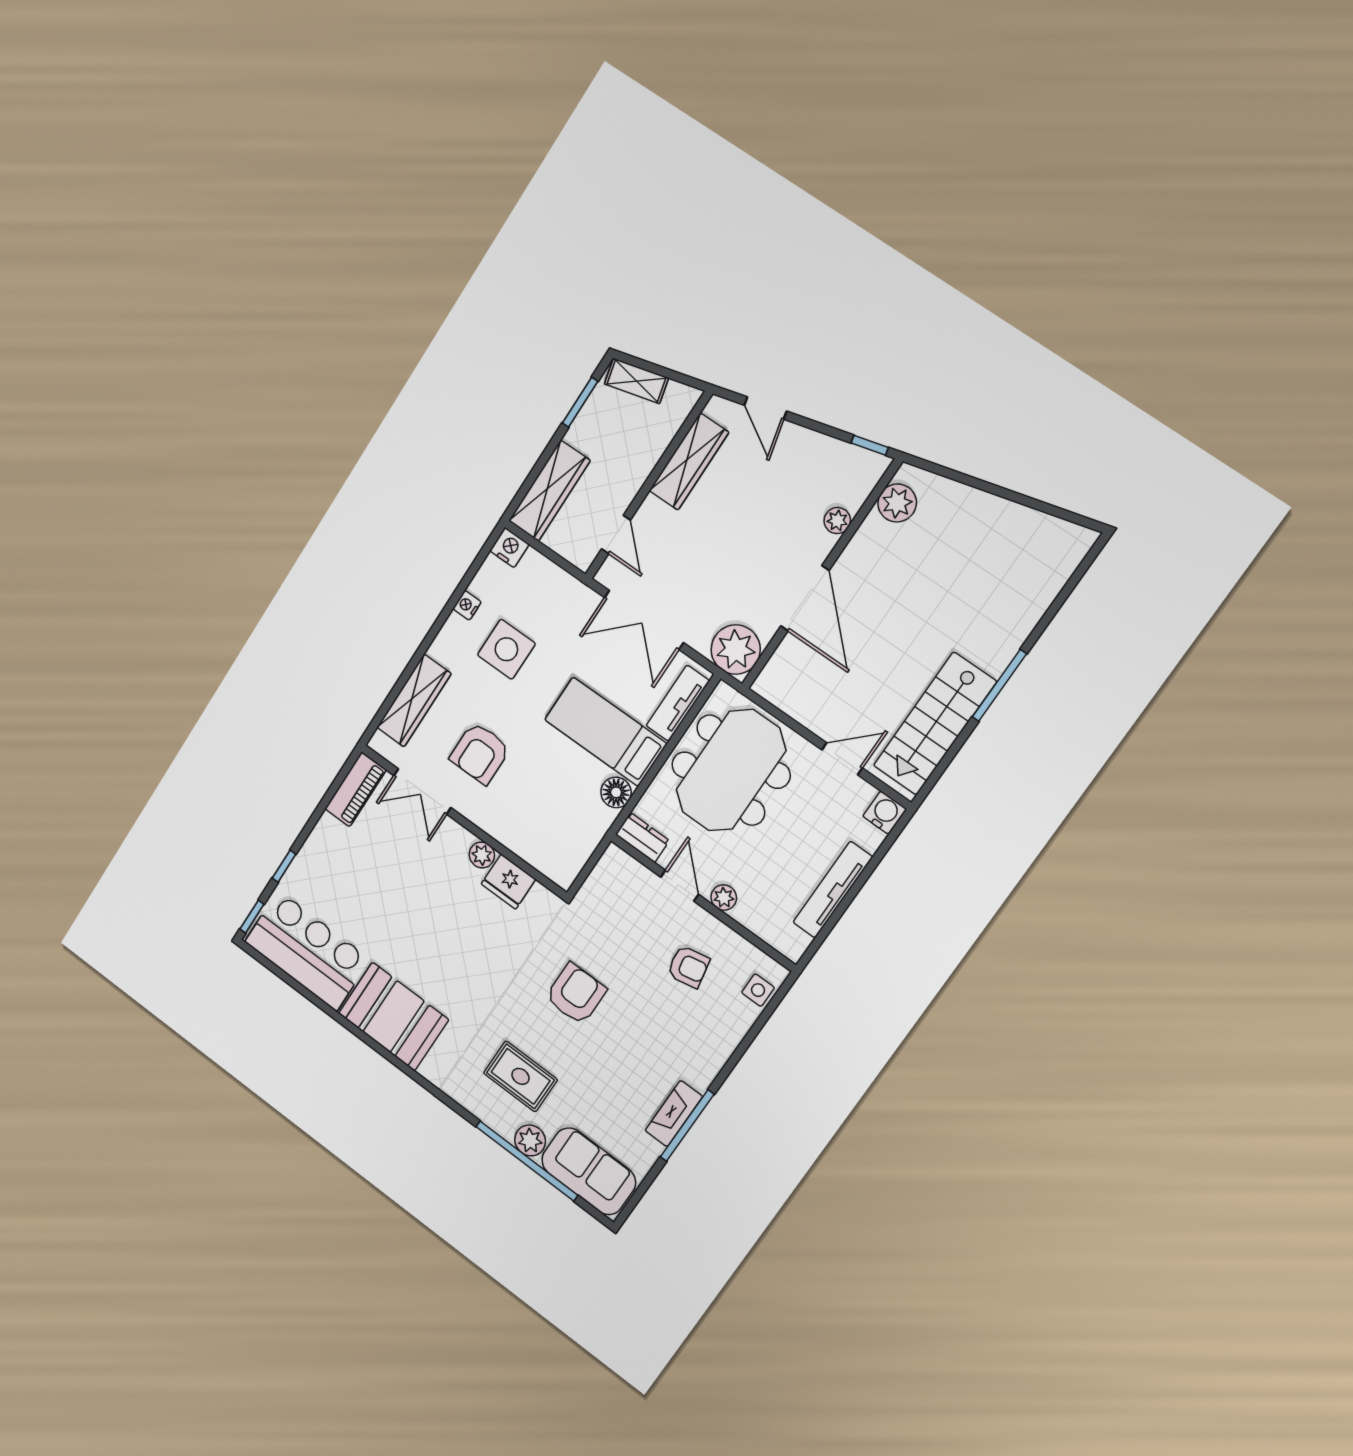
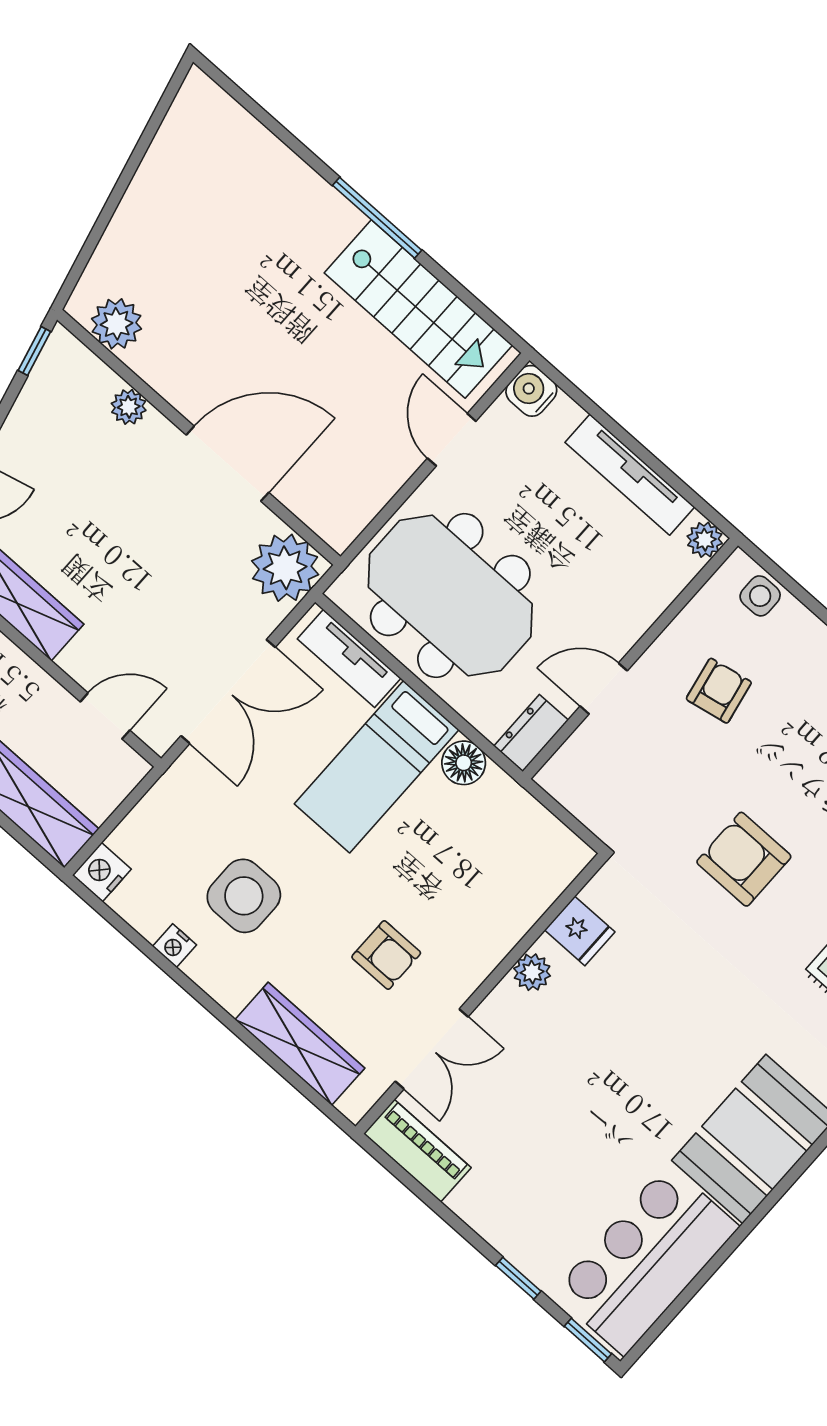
armchair: (480, 753) -> (386, 955), width x0.72, depth x0.72
fridge: (508, 882) -> (580, 931), width x0.72
plant: (724, 898) -> (705, 540), moved

